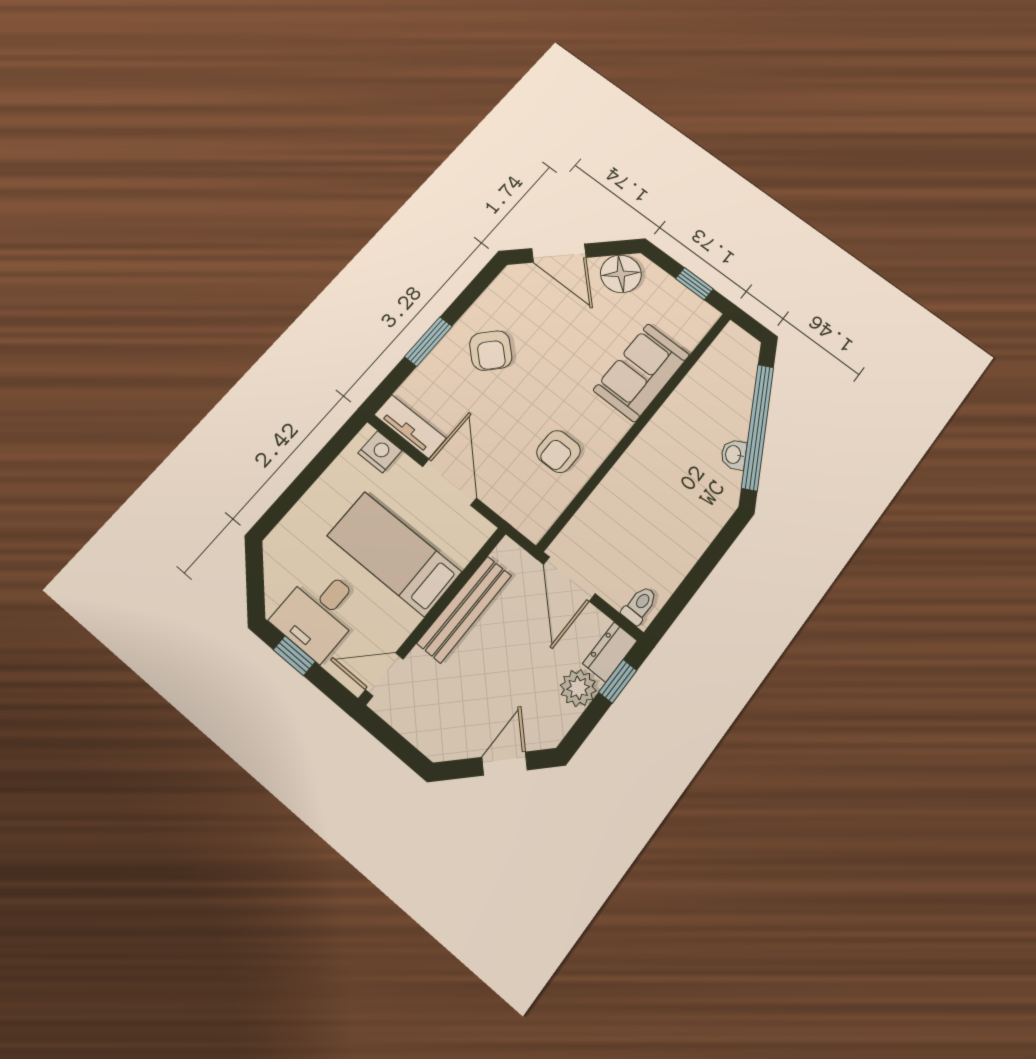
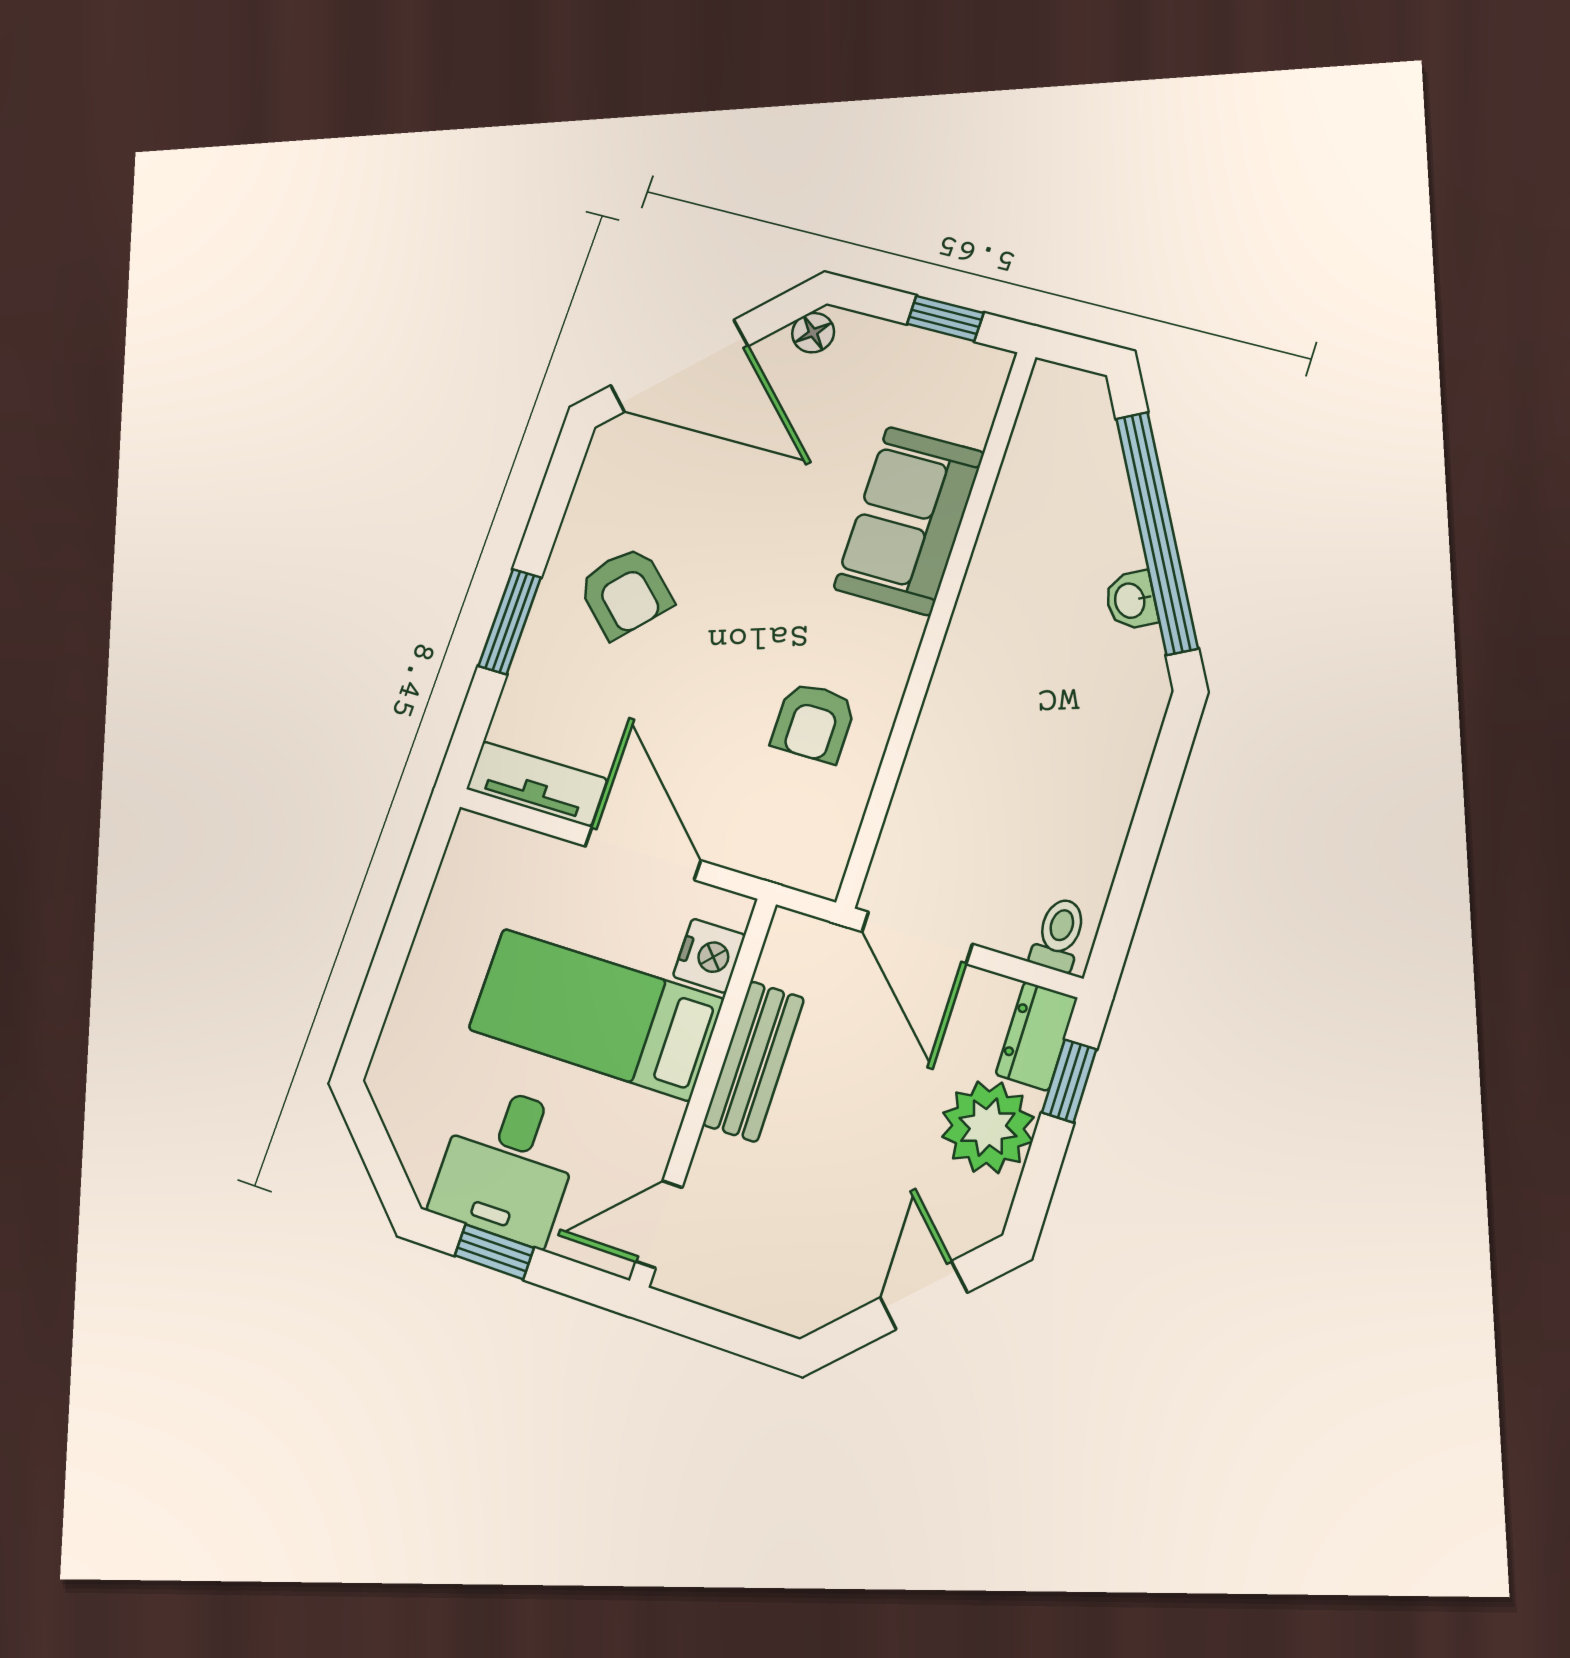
door: (559, 253) -> (679, 366), width x1.36
floor lamp: (621, 274) -> (813, 333), width x0.53, depth x0.53
nightstand: (380, 452) -> (709, 956), moved, turned 90
bench: (464, 609) -> (754, 1061), width x0.73
plant: (578, 688) -> (988, 1127), width x1.36, depth x1.36

